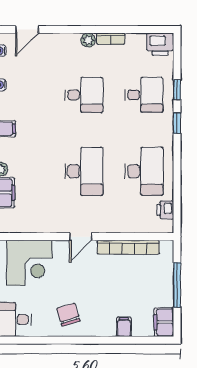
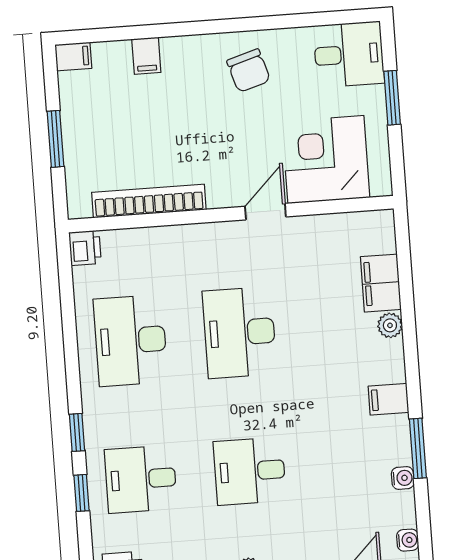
printer: (165, 210) -> (85, 248), moved
door: (81, 237) -> (265, 212), moved
window: (177, 285) -> (56, 139), width x0.69
filing cabinet: (164, 322) -> (73, 56), width x0.50

